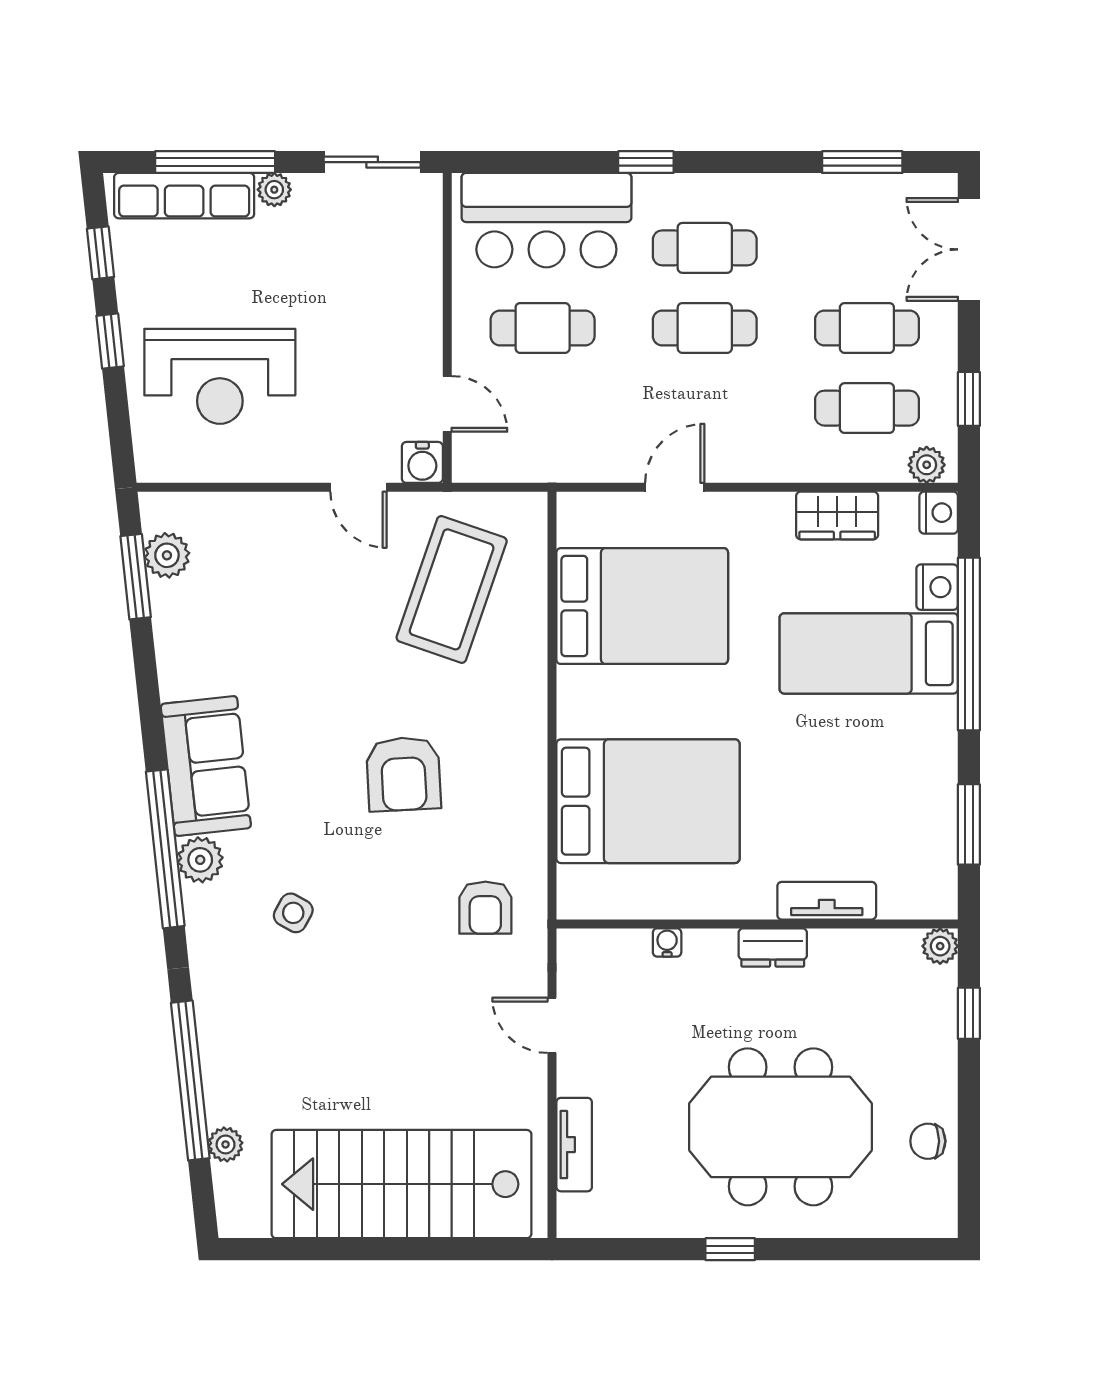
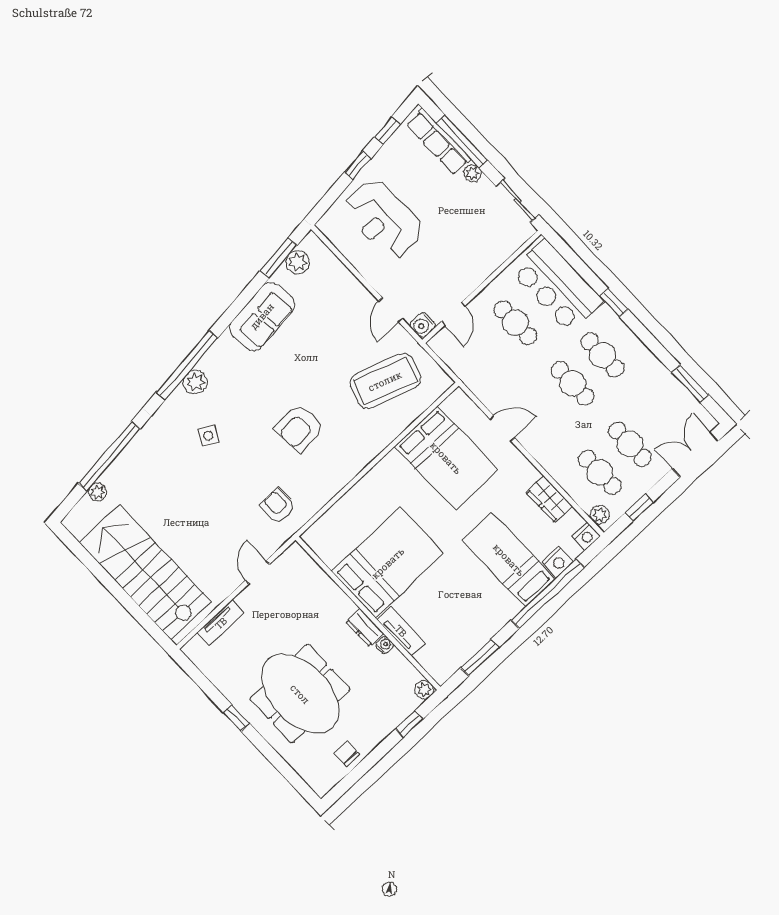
sofa: (206, 766) -> (262, 316), moved
bed: (648, 801) -> (388, 563), moved, turned -90
armchair: (485, 908) -> (278, 506), turned 90
water cooler: (667, 942) -> (385, 645), moved

